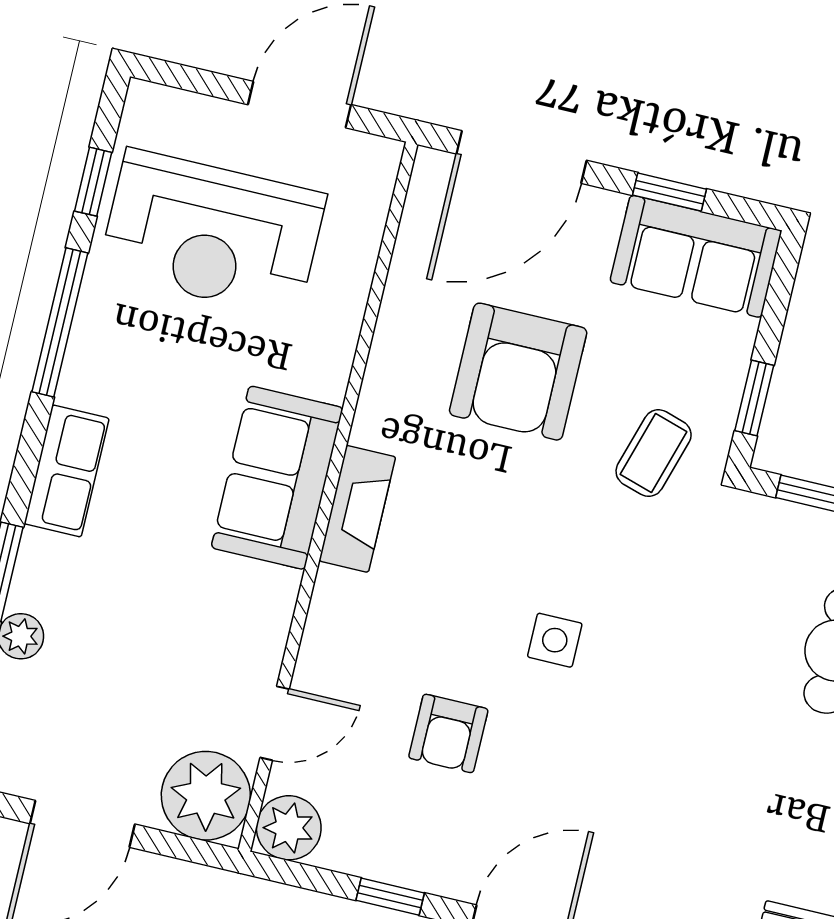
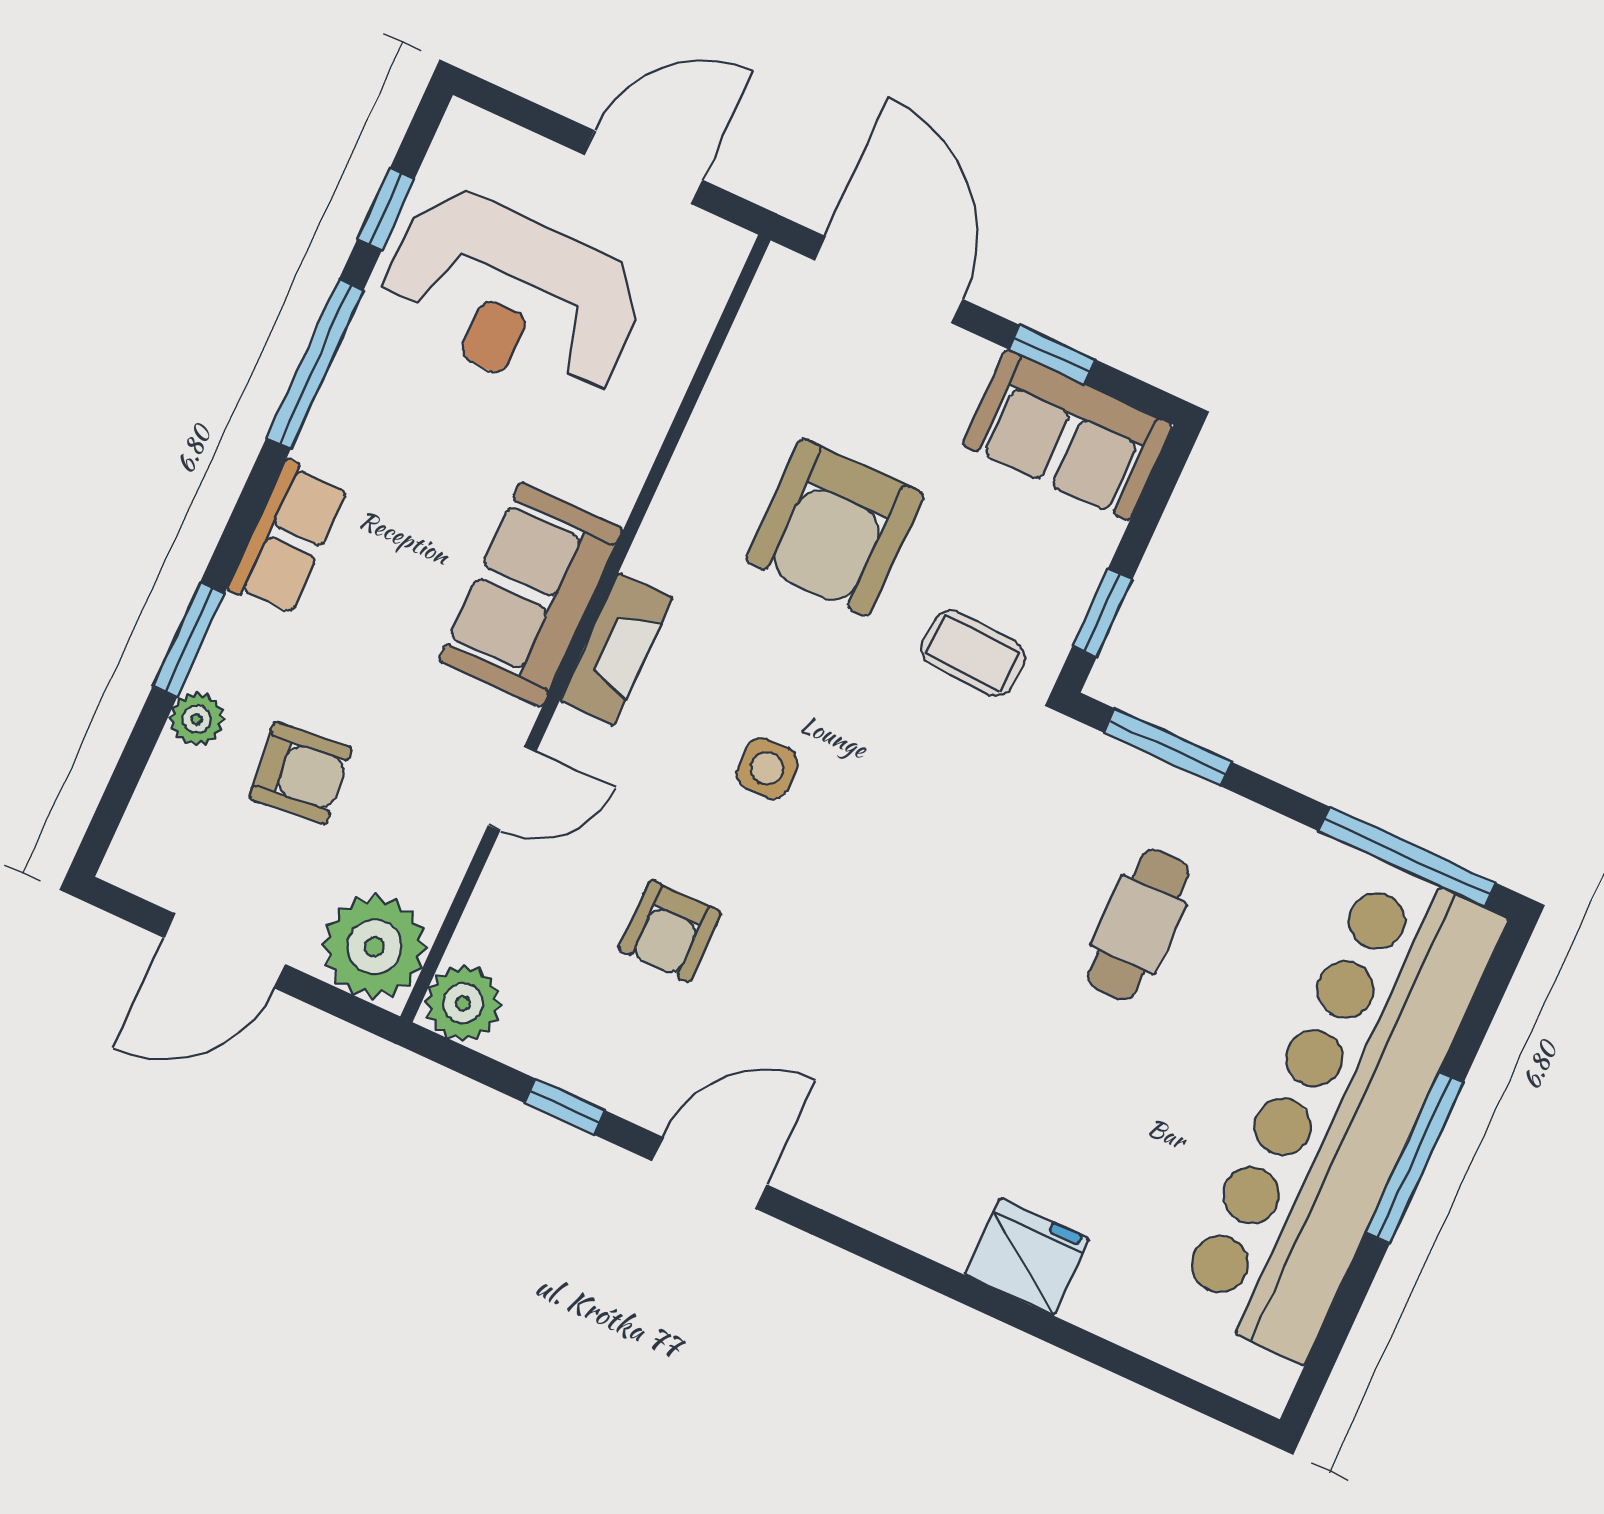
door: (522, 157) -> (888, 280), swing flipped
coffee table: (654, 453) -> (973, 653), turned 76
side table: (555, 640) -> (767, 768), moved
armchair: (116, 664) -> (300, 773), added
door: (275, 723) -> (512, 788), moved

